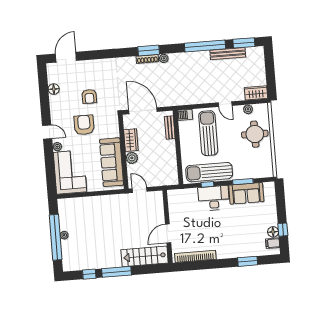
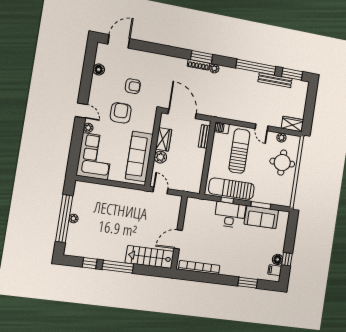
armchair: (89, 96) -> (133, 86), turned -90

